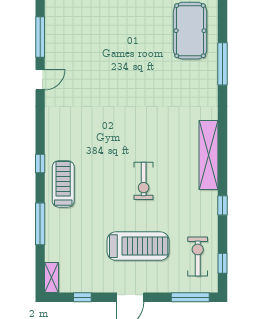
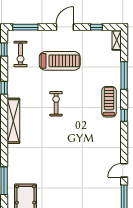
treadmill: (63, 184) -> (109, 102), turned 180
treadmill: (138, 246) -> (60, 61), turned 180

